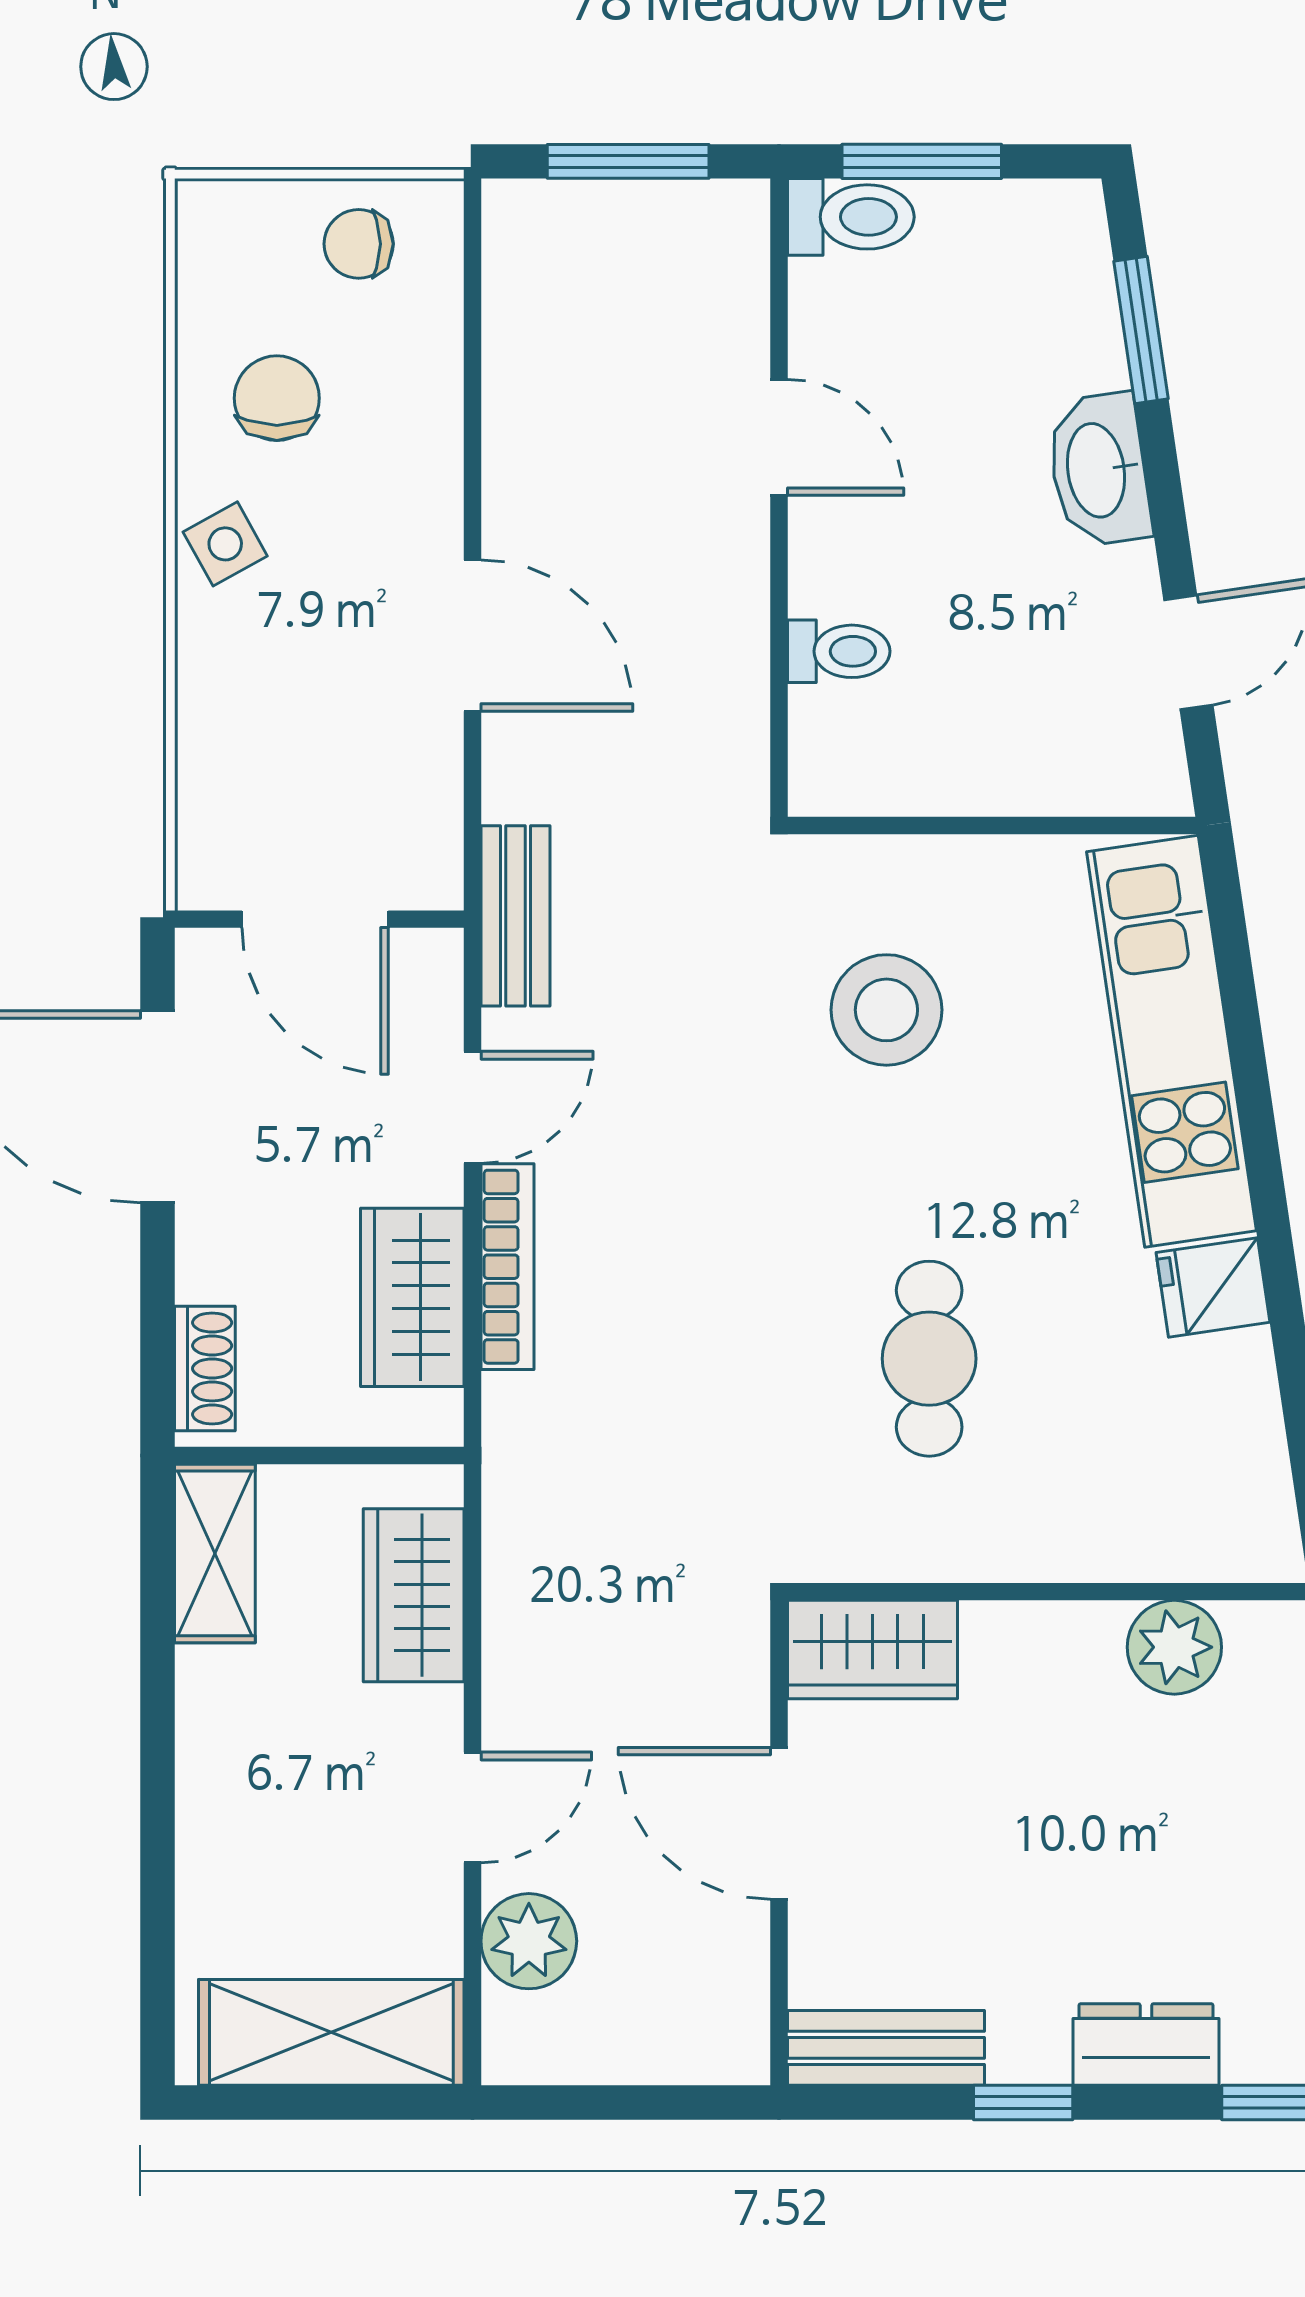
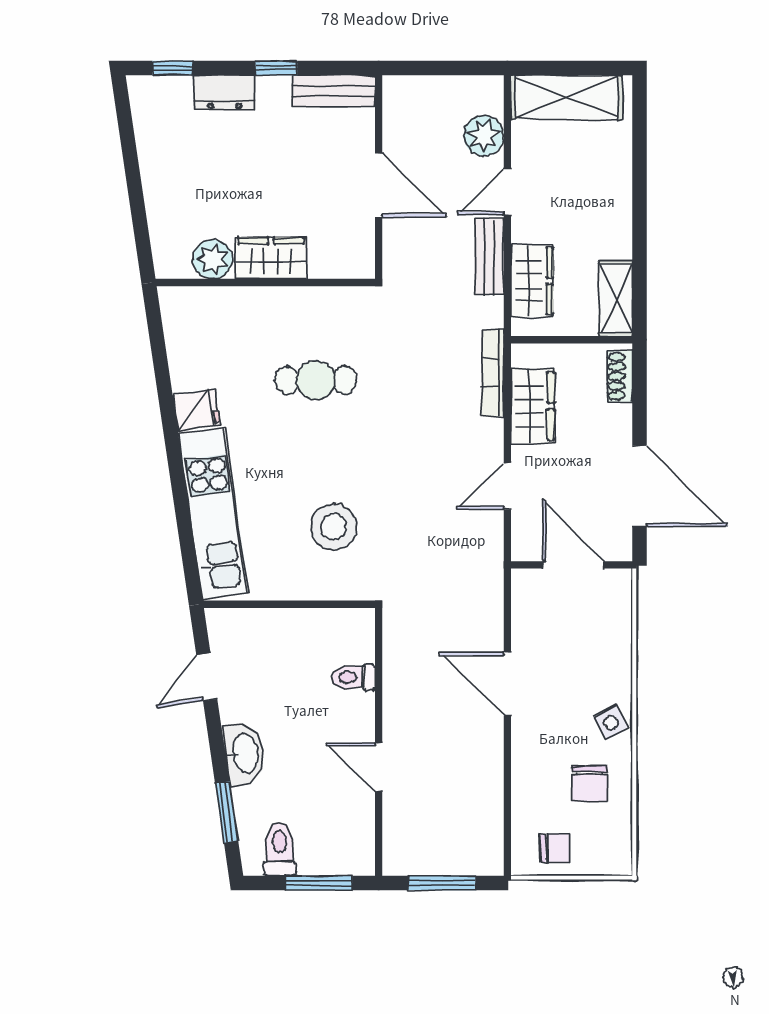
toilet: (851, 217) -> (280, 849), moved, turned 90
bench: (515, 916) -> (489, 257), moved
bookcase: (507, 1267) -> (493, 373), moved
cafe table: (929, 1359) -> (316, 380), turned 90
wardrobe: (872, 1649) -> (271, 258), moved

